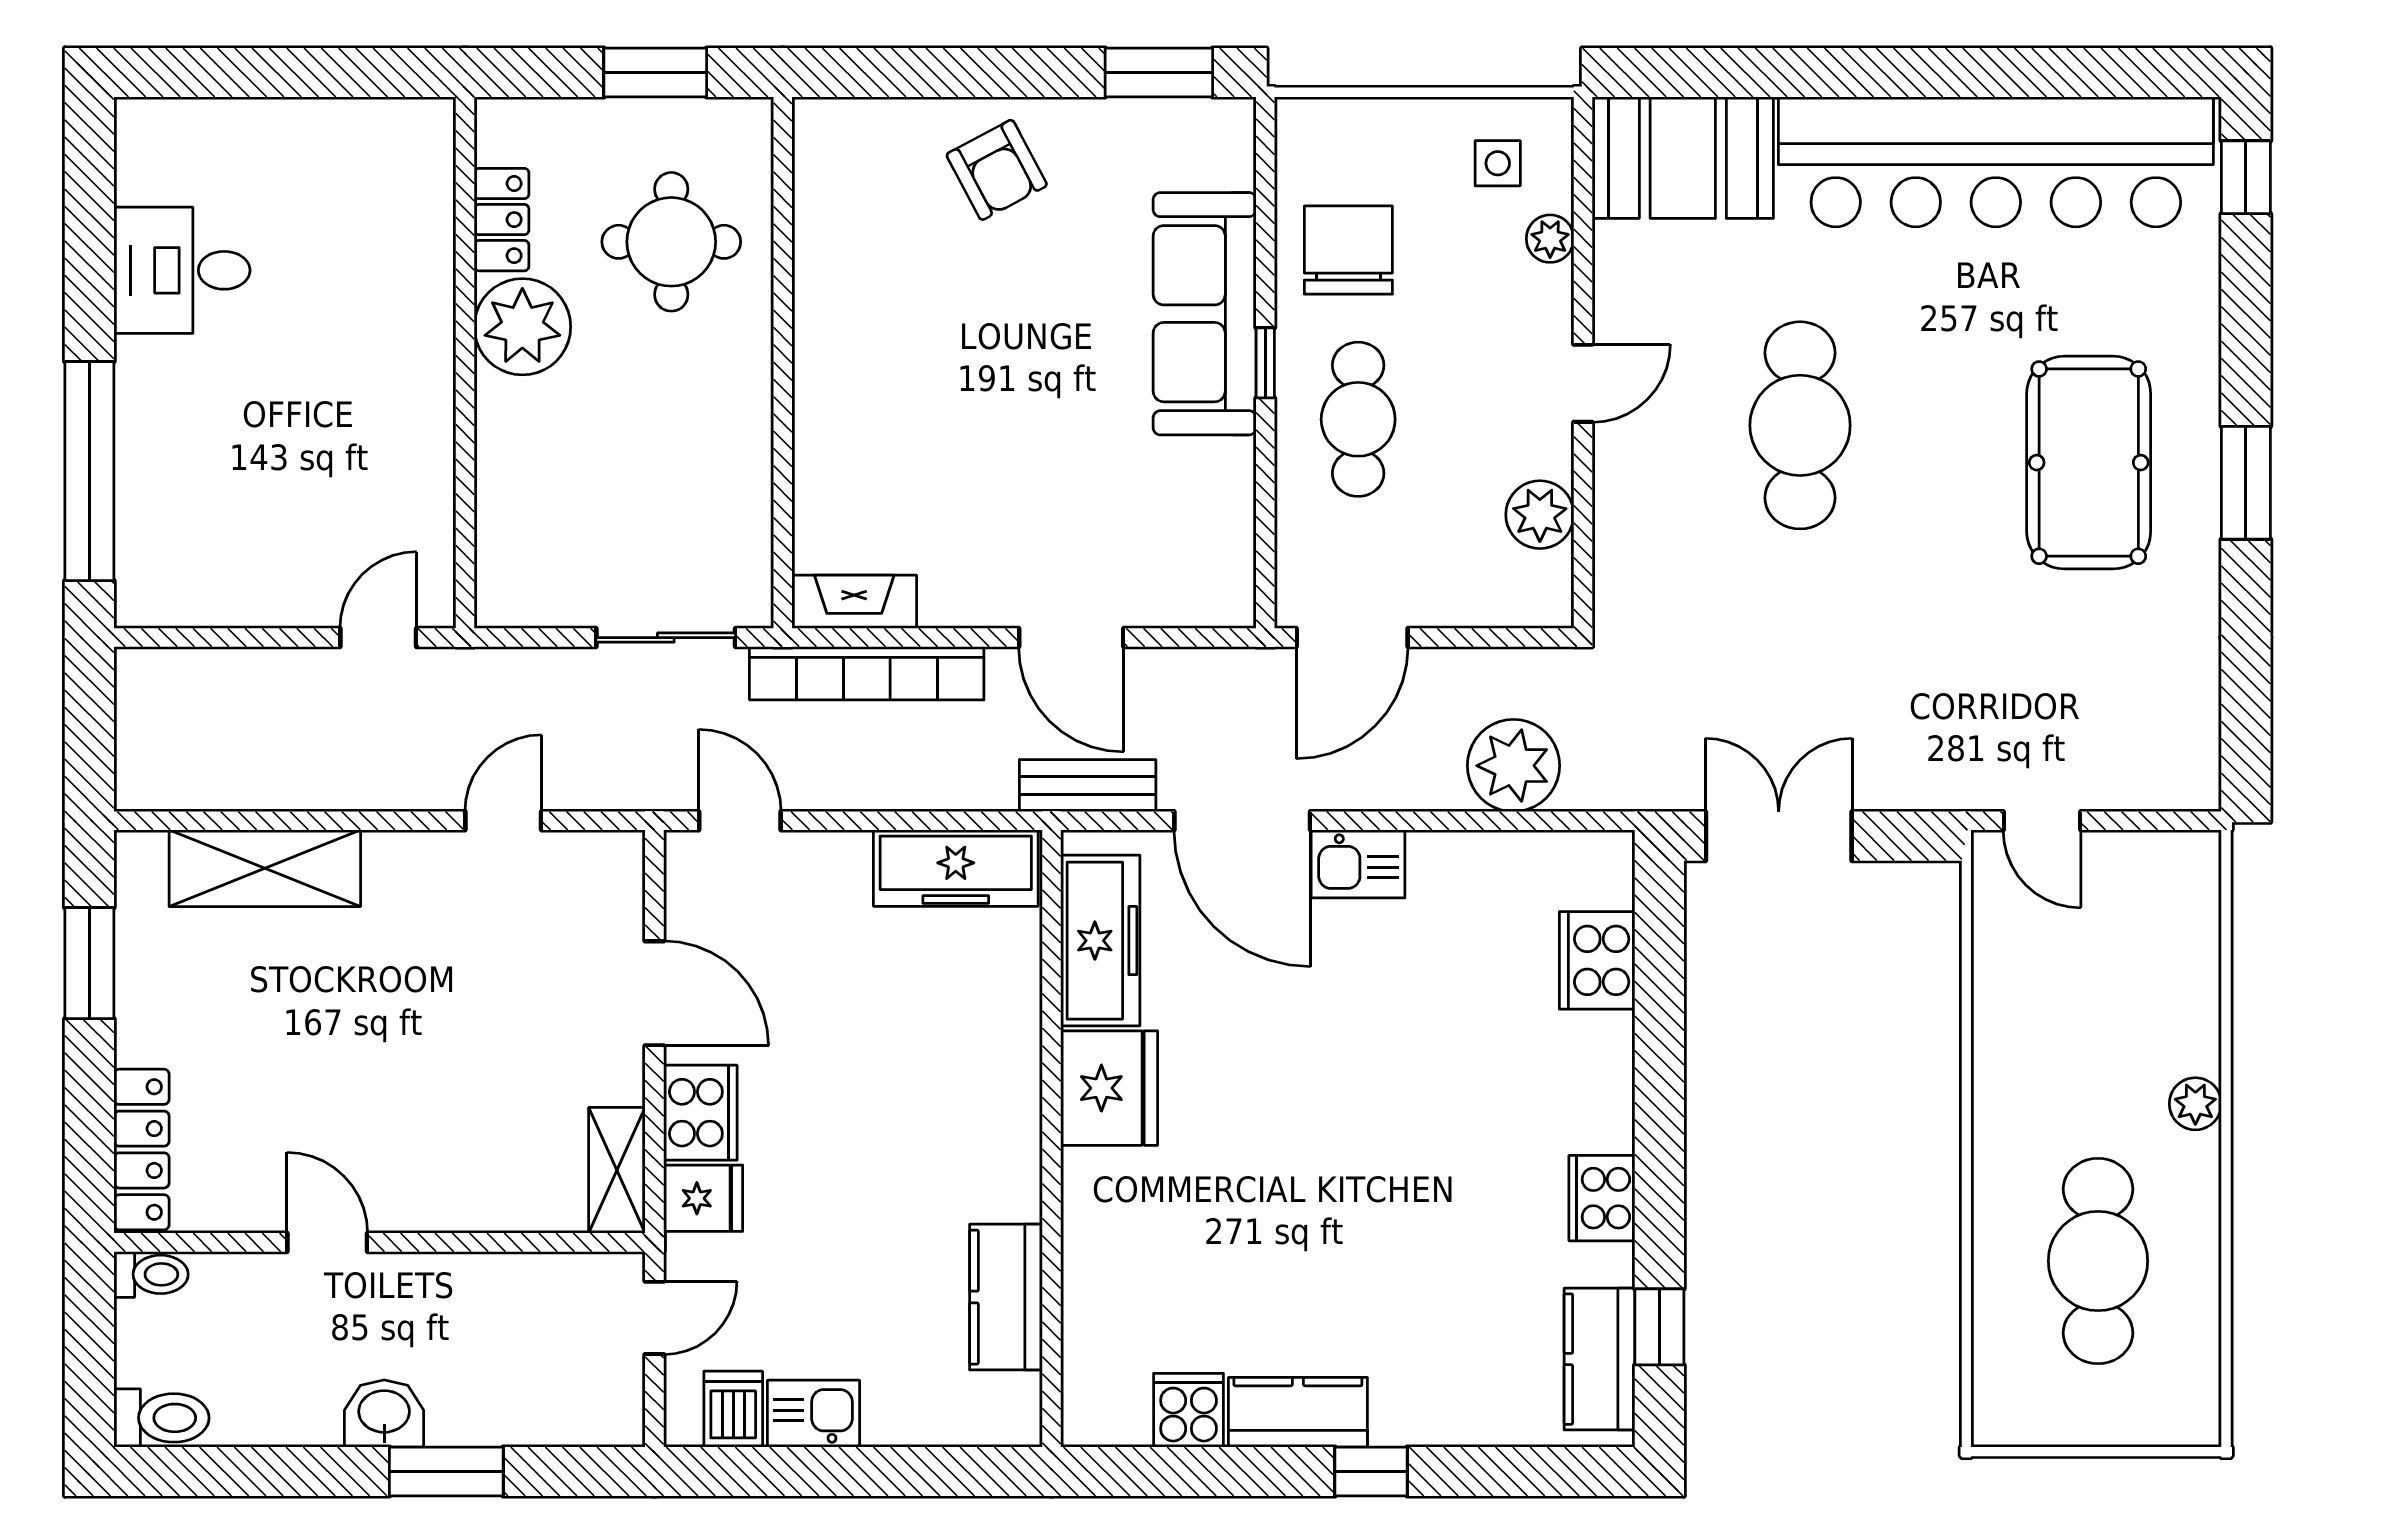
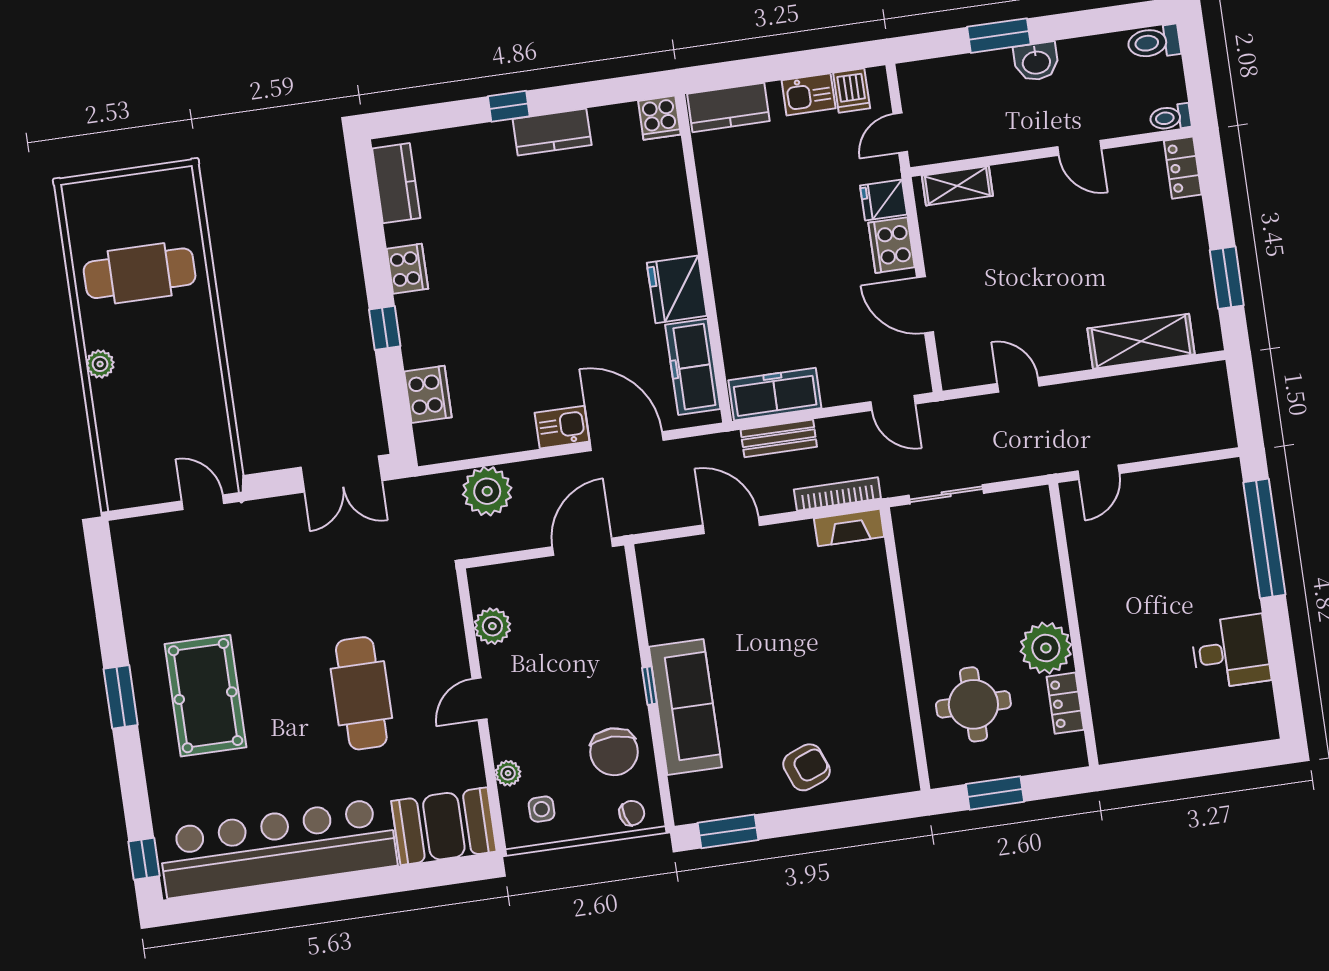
chair: (1332, 132) -> (632, 813), added
armchair: (997, 170) -> (807, 767), turned 97
cafe table: (1358, 419) -> (596, 663), removed
bookcase: (867, 673) -> (837, 494), width x0.68, depth x0.76
bench: (1088, 786) -> (779, 438), moved
door: (503, 821) -> (1018, 385), swing flipped
locker: (141, 1150) -> (1183, 168), width x0.66
shelving: (617, 1170) -> (957, 186), moved, turned 90
cafe table: (2098, 1261) -> (140, 273), turned 90
kitchen counter: (1006, 1297) -> (728, 107), moved, turned 90
window: (1659, 1327) -> (385, 328), moved
cooker: (1189, 1410) -> (659, 118), moved

